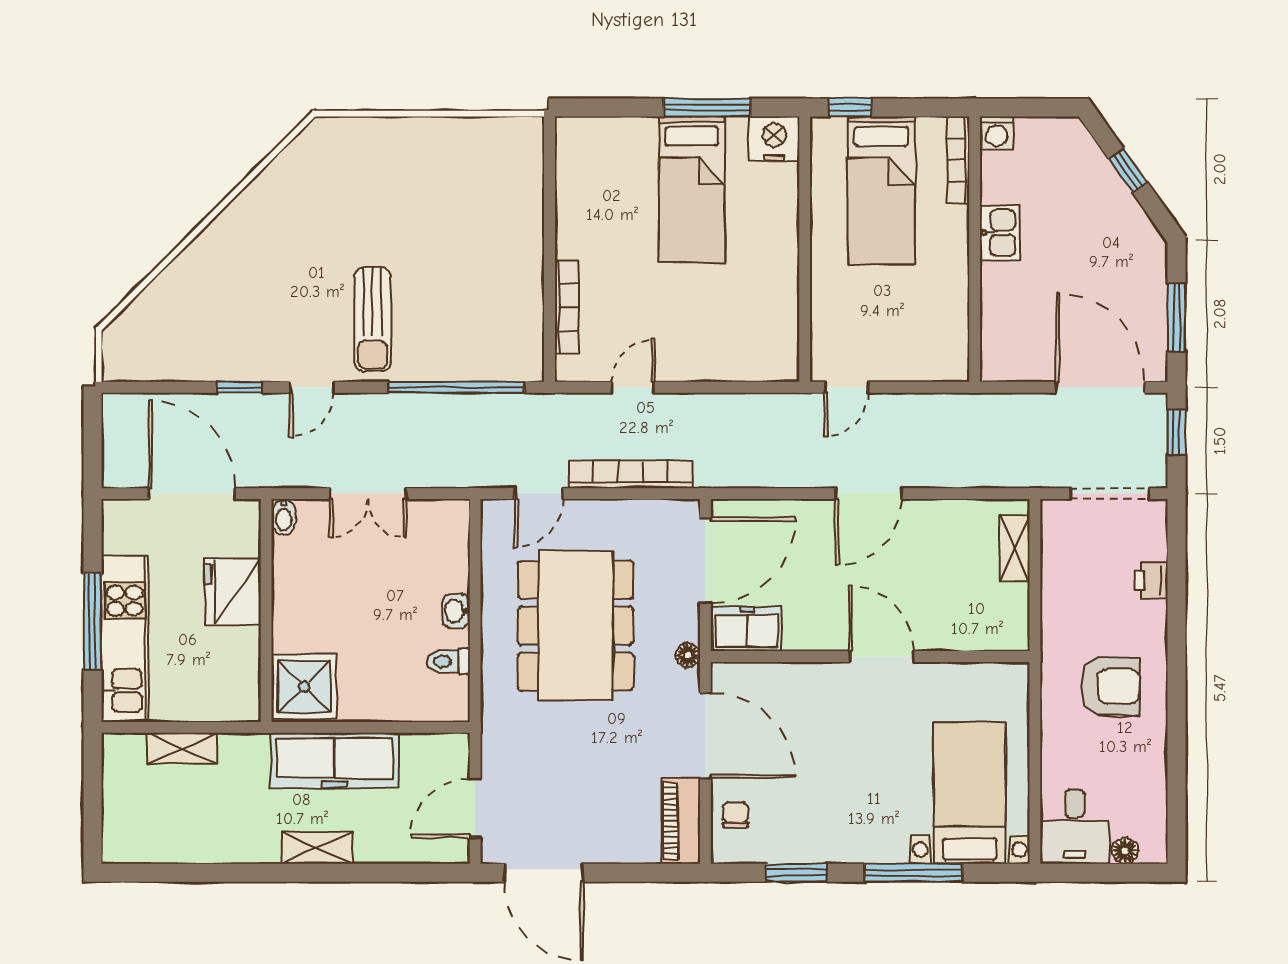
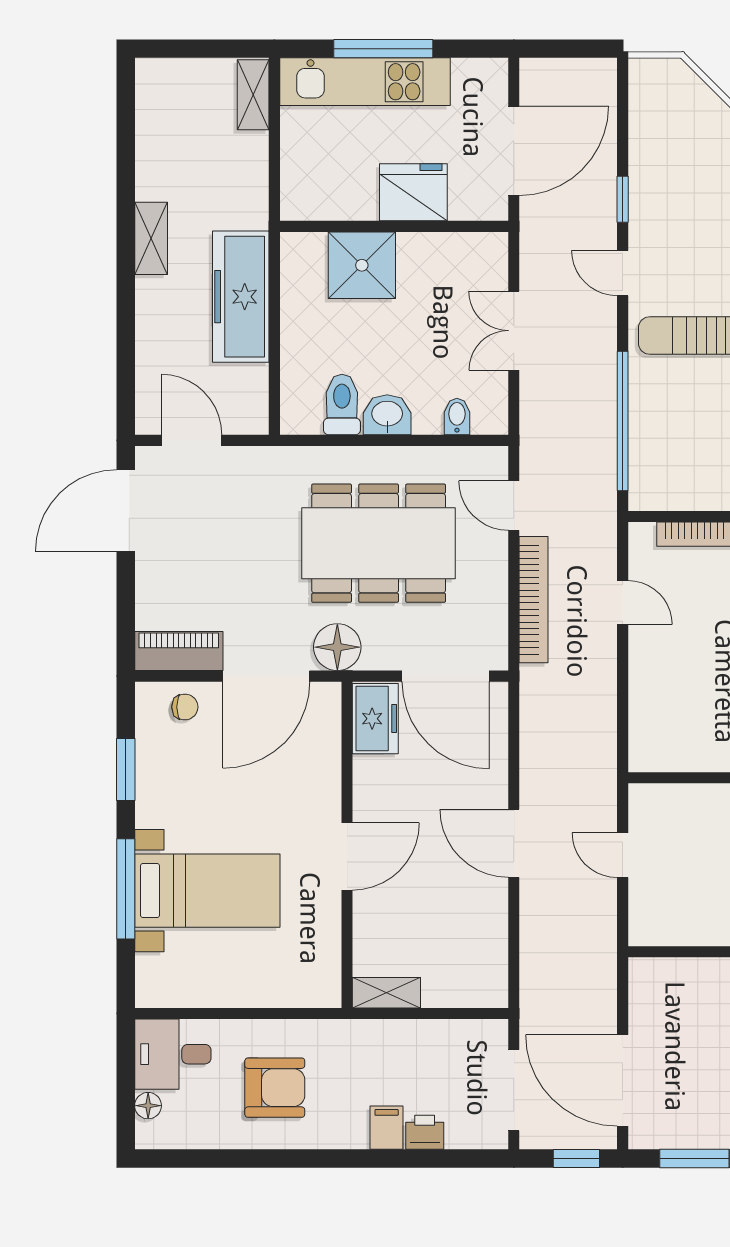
door: (846, 387) -> (623, 855), moved
door: (1100, 387) -> (623, 1080), swing flipped
bidet: (284, 517) -> (457, 416), moved, turned 90
shelving: (1015, 549) -> (386, 993), moved
washbasin: (456, 611) -> (387, 415), width x1.38, depth x1.45
filing cabinet: (1146, 618) -> (387, 1128), added
floor lamp: (688, 655) -> (337, 647), width x1.89, depth x1.89
toilet: (448, 661) -> (342, 405), width x1.37, depth x1.39
shower: (304, 686) -> (362, 265), moved
armchair: (1110, 686) -> (275, 1088), moved, turned -90
shelving: (182, 748) -> (253, 95), moved
bed with nightstands: (970, 793) -> (207, 891), moved
shelving: (317, 848) -> (151, 238), moved

